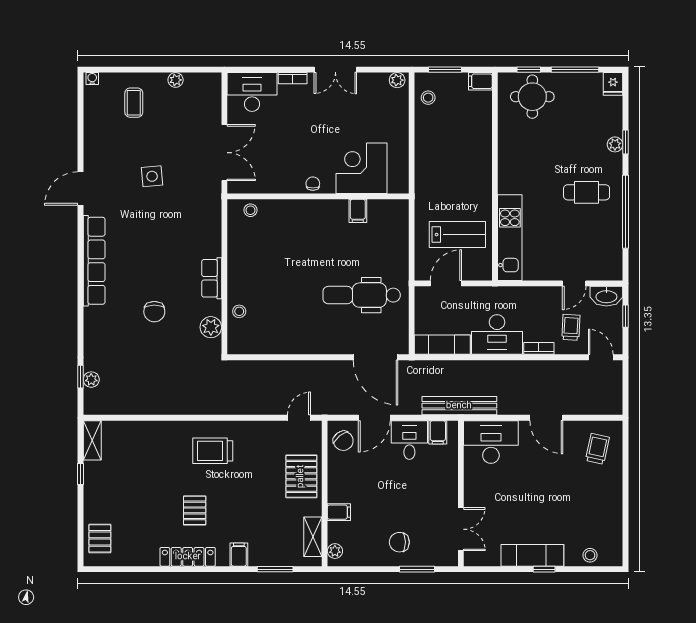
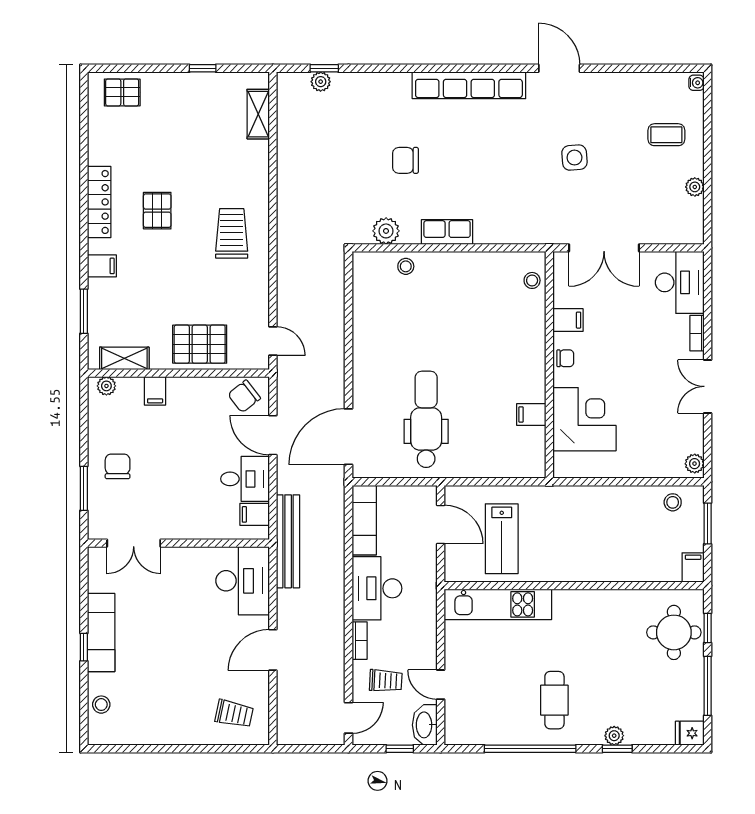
filing cabinet: (282, 181) -> (568, 320), added
shelving: (92, 440) -> (258, 114), moved, turned 90
pallet: (195, 510) -> (157, 211), turned 90

